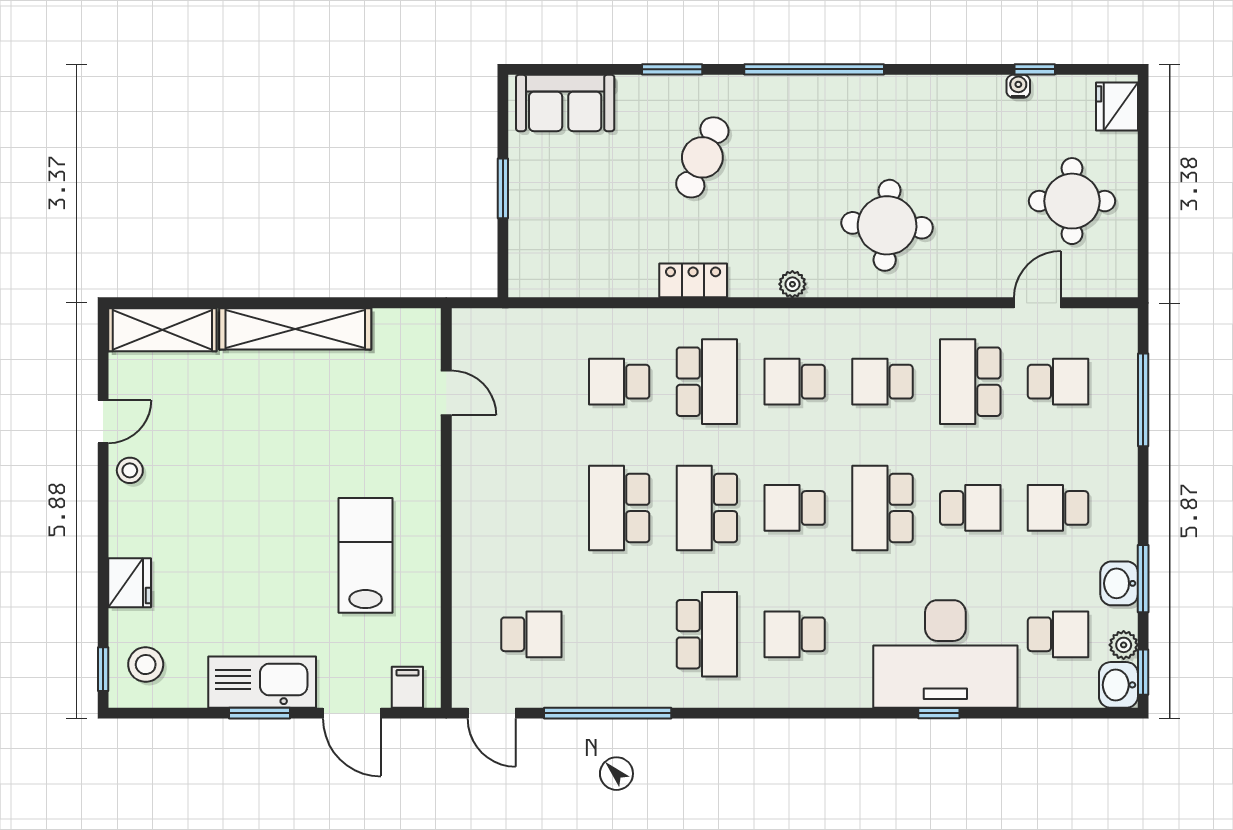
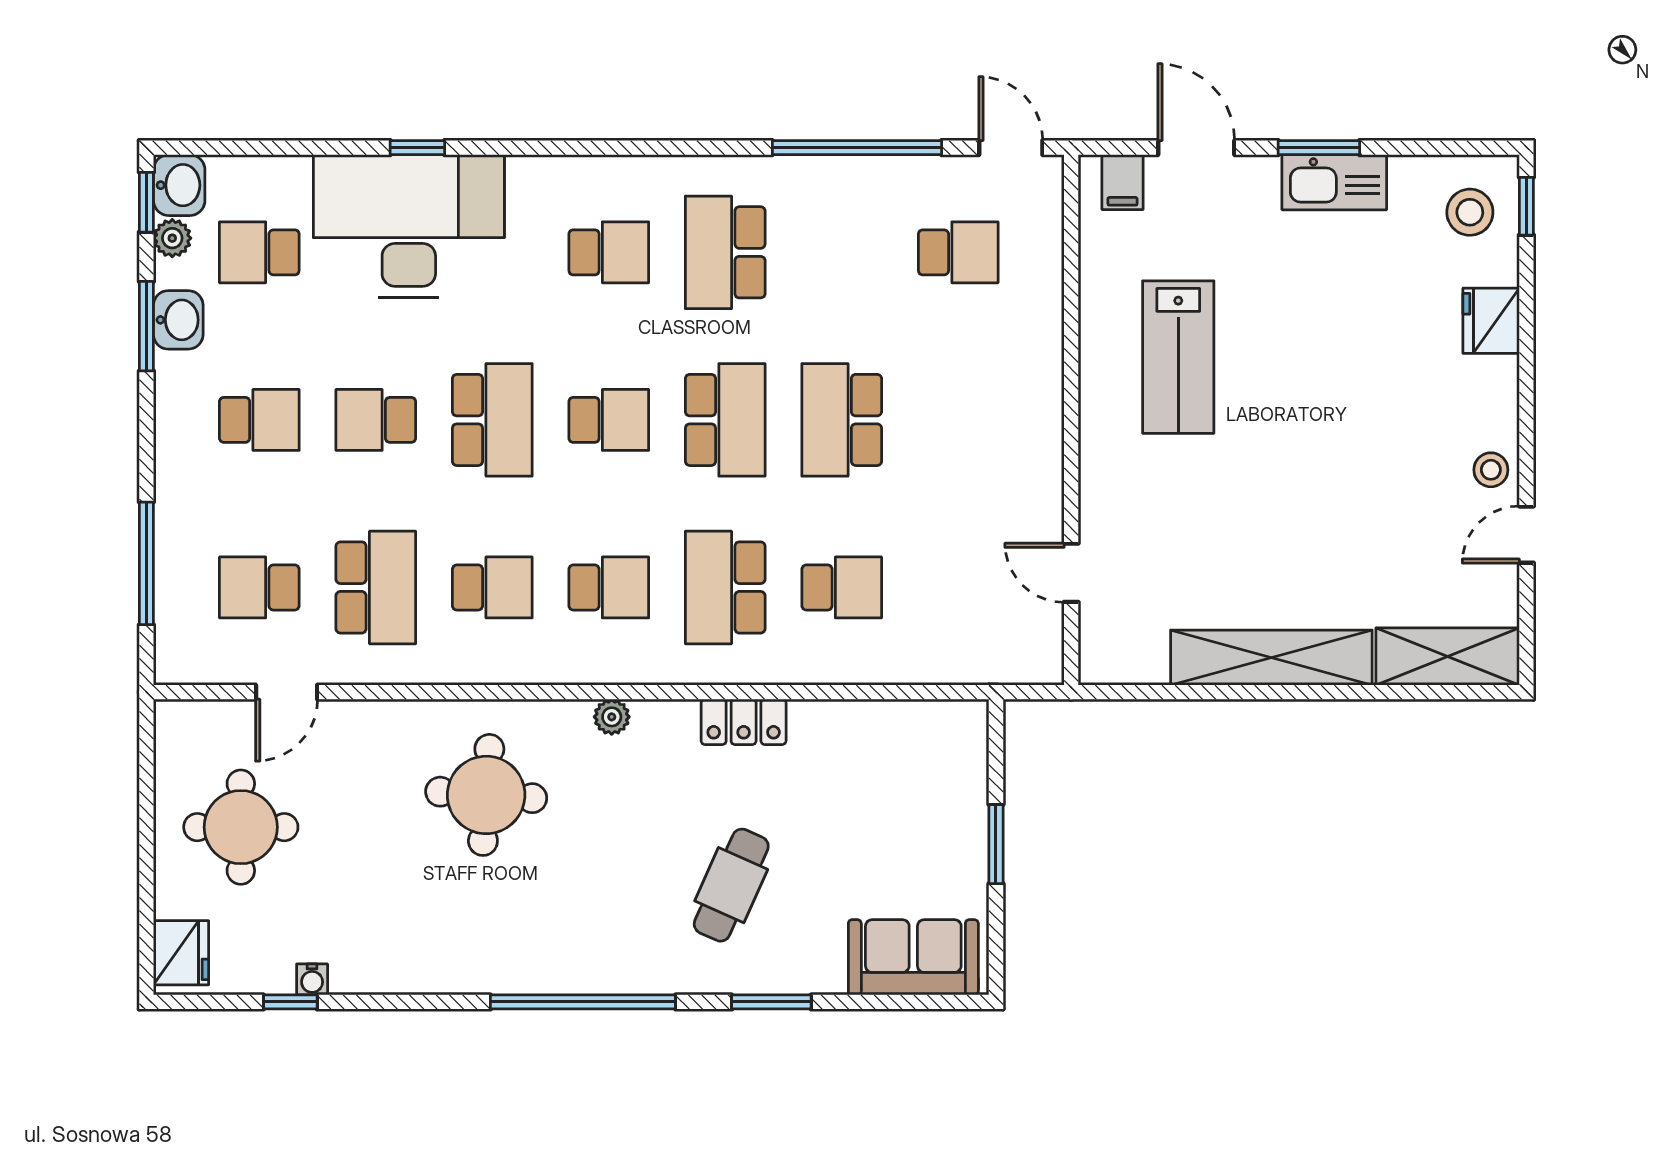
school desk: (619, 508) -> (842, 420), turned 180
school desk: (531, 634) -> (958, 252), turned 180
kitchen sink: (262, 682) -> (1334, 182), width x0.73, depth x0.81

